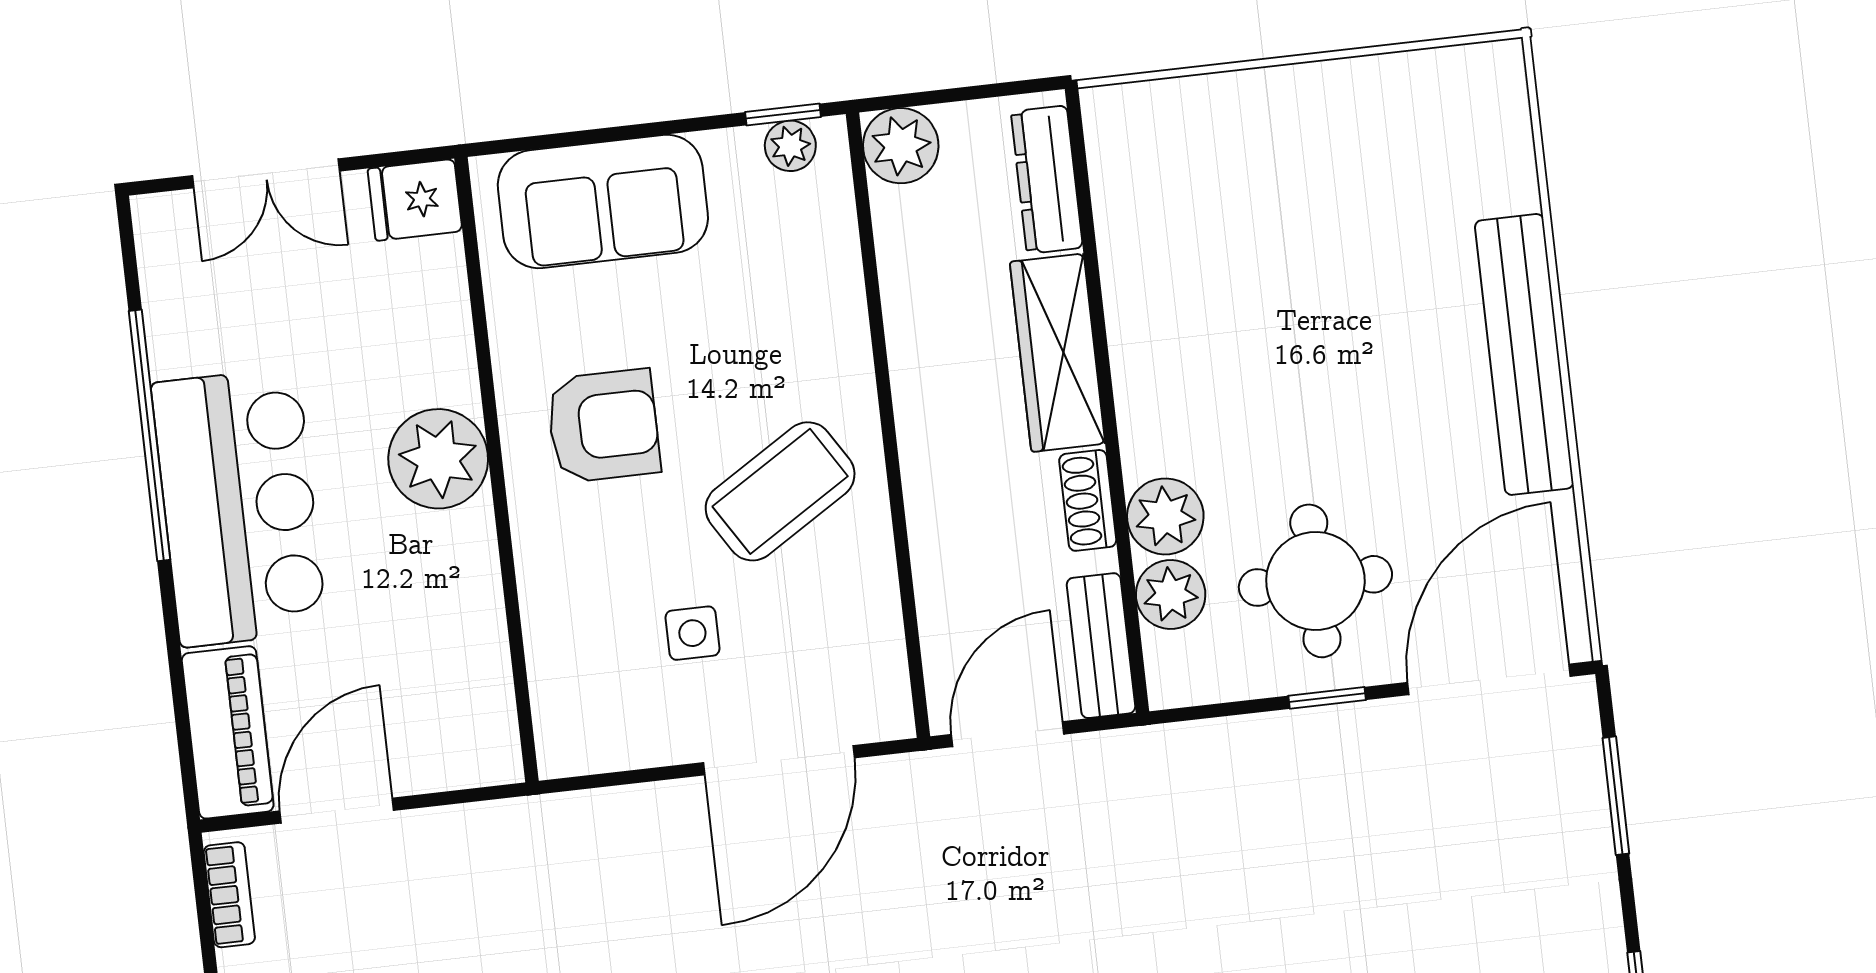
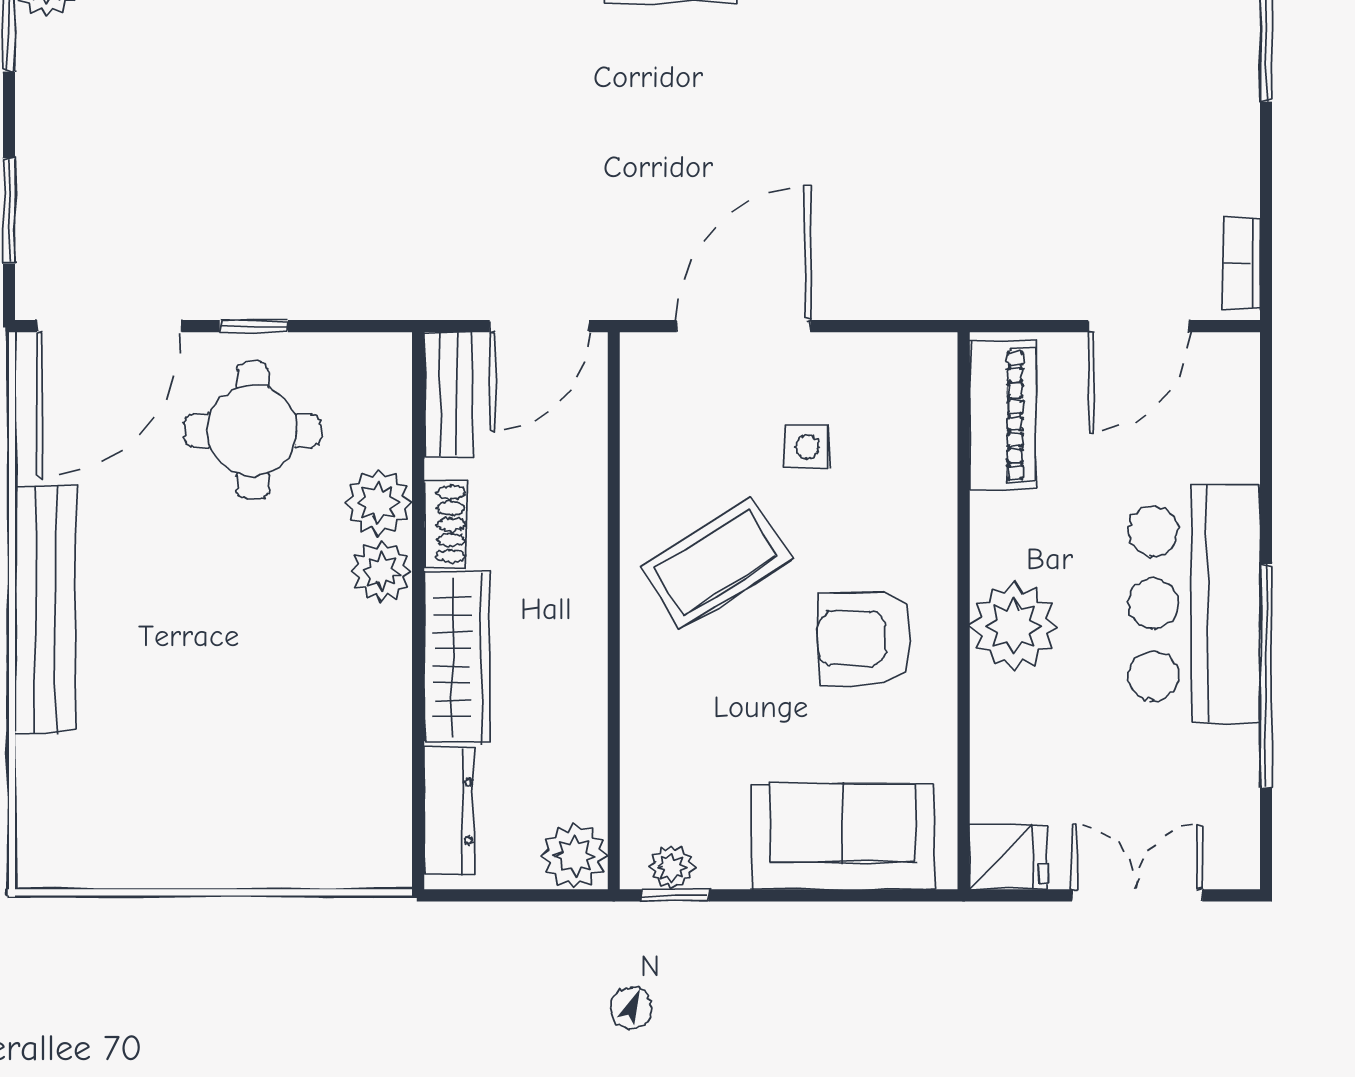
plant: (1171, 594) -> (381, 572), moved
piano: (228, 732) -> (1003, 415), moved, turned 180

